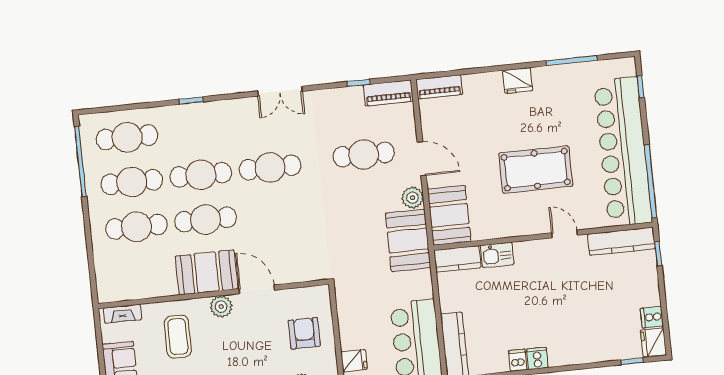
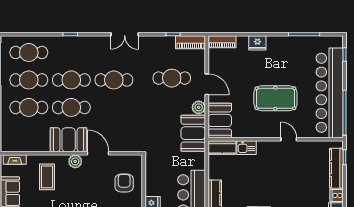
fridge: (518, 80) -> (257, 43), moved
kitchen counter: (621, 241) -> (336, 168), moved, turned 90

